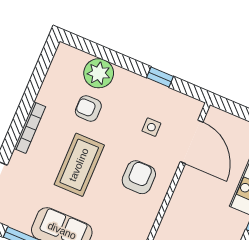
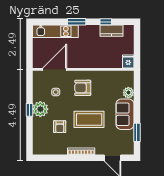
plant: (99, 73) -> (40, 109), moved
window: (160, 77) -> (29, 110), moved

